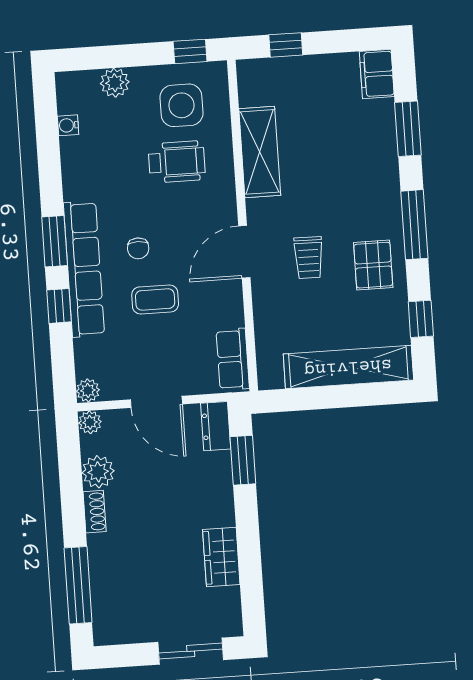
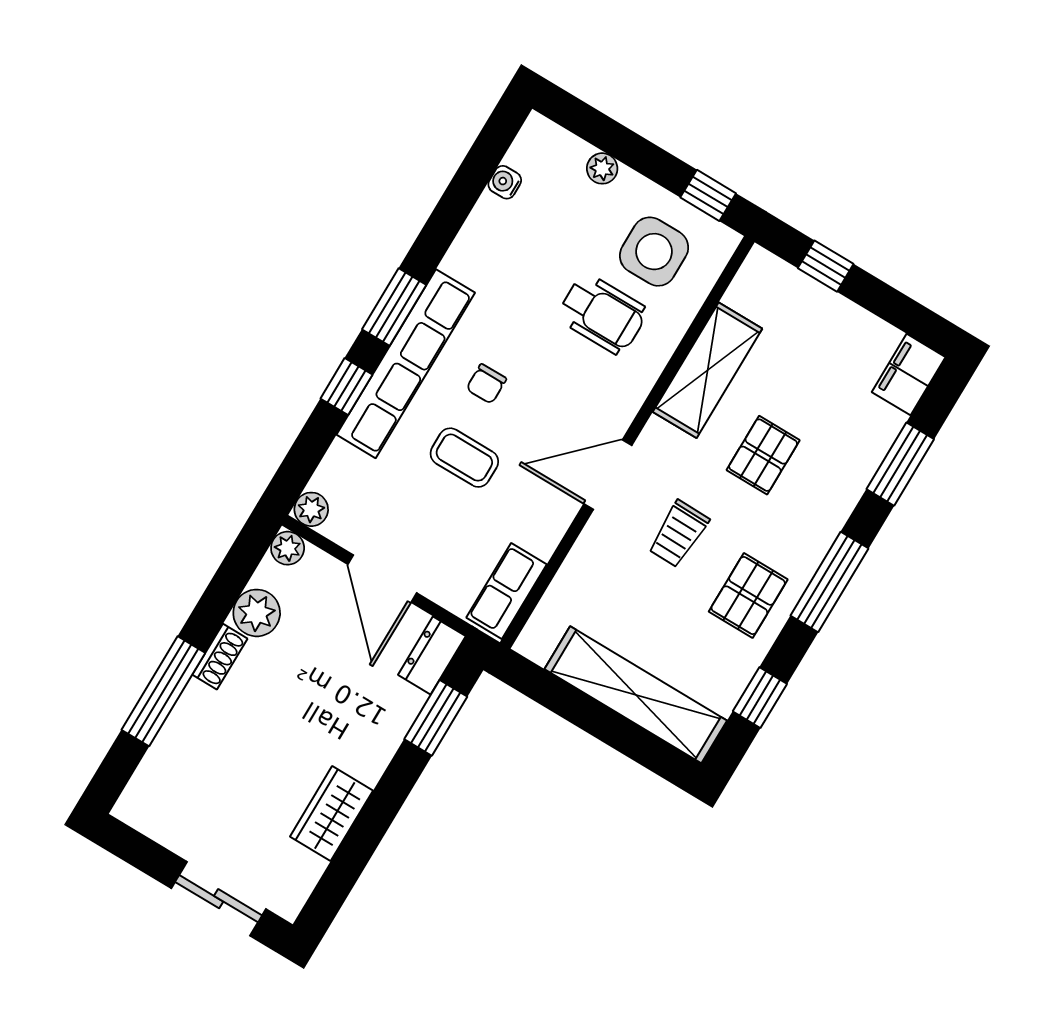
plant: (115, 83) -> (602, 168), width x0.73, depth x0.73
pallet: (326, 178) -> (763, 455), added
window: (78, 585) -> (163, 691), moved

